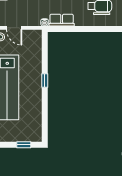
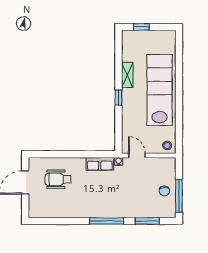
door: (14, 28) -> (137, 155), moved
shelving: (37, 101) -> (127, 75), added

